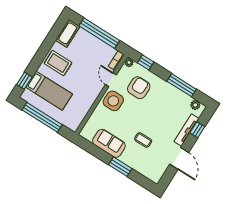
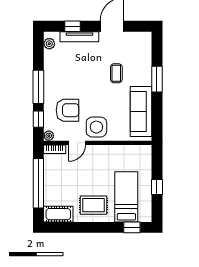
rug: (58, 63) -> (94, 205), turned 90
window: (182, 85) -> (38, 87), moved
armchair: (139, 88) -> (68, 110), turned 180
window: (42, 117) -> (157, 187), width x0.32
sofa: (109, 143) -> (141, 112), width x1.36

